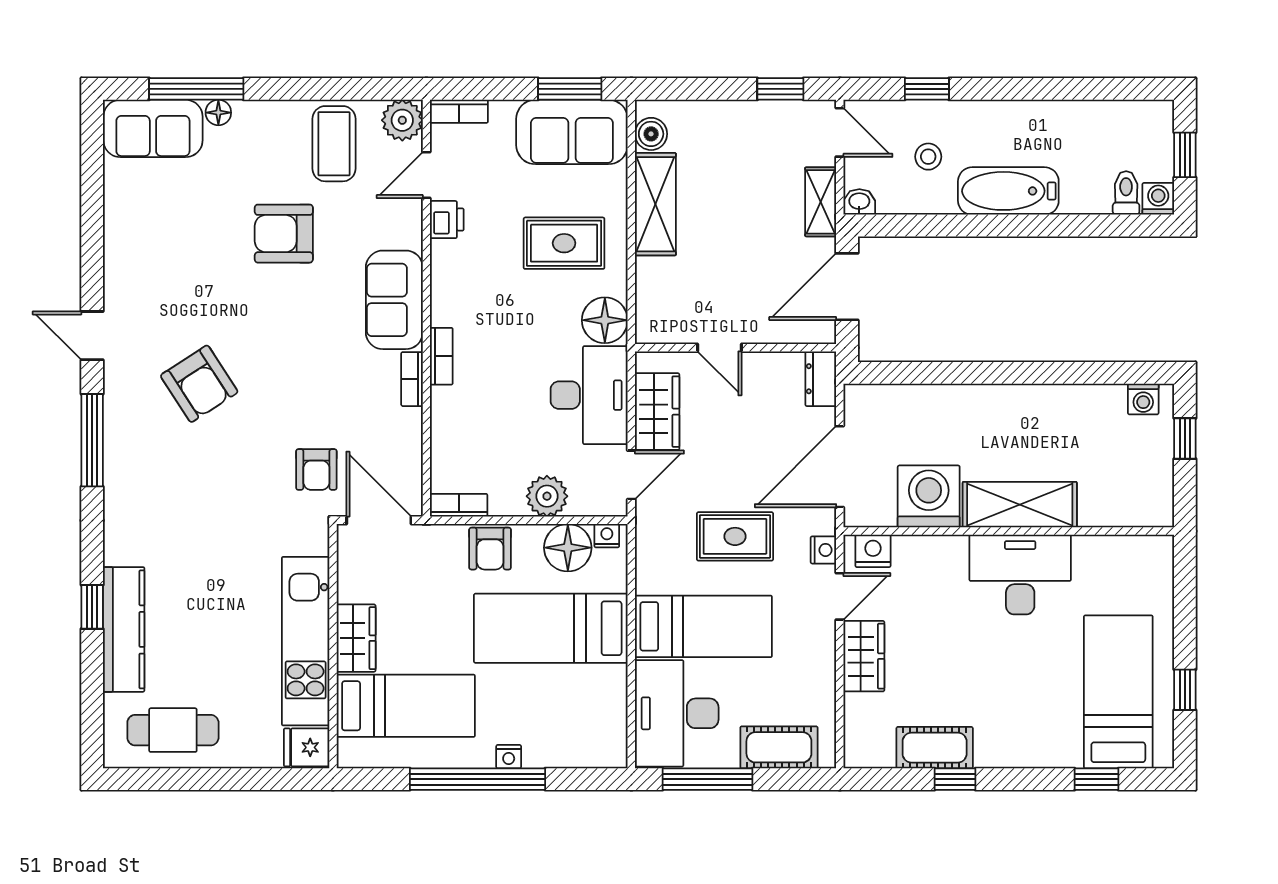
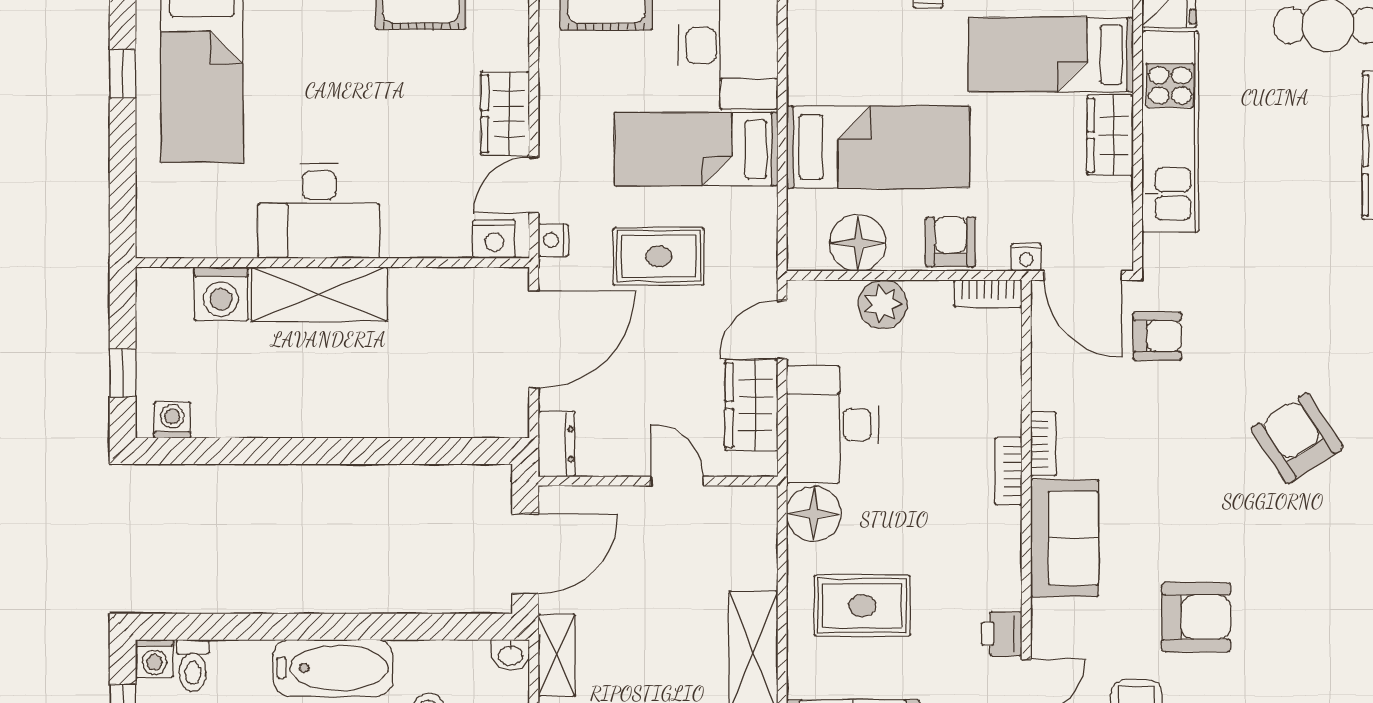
armchair: (316, 470) -> (1157, 336), turned 90
washing machine: (929, 496) -> (221, 294), moved, width x0.73, depth x0.73
nightstand: (607, 536) -> (1026, 257), moved

